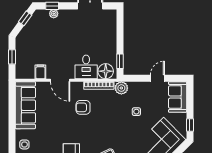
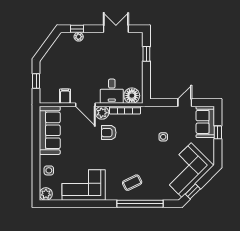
window: (25, 18) -> (50, 42), removed
window: (120, 61) -> (146, 54), moved
plant: (121, 88) -> (102, 113), moved
window: (190, 125) -> (218, 132), moved

